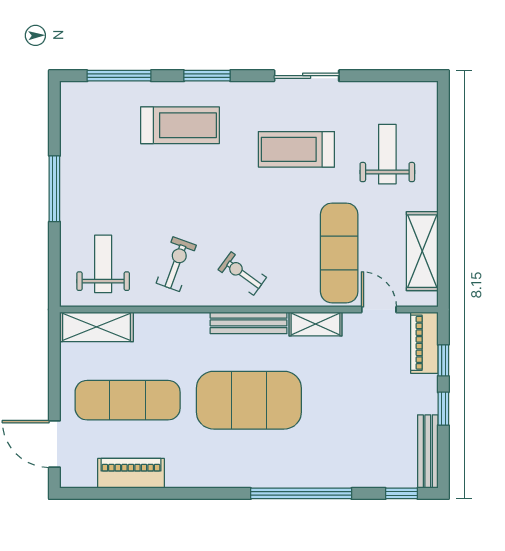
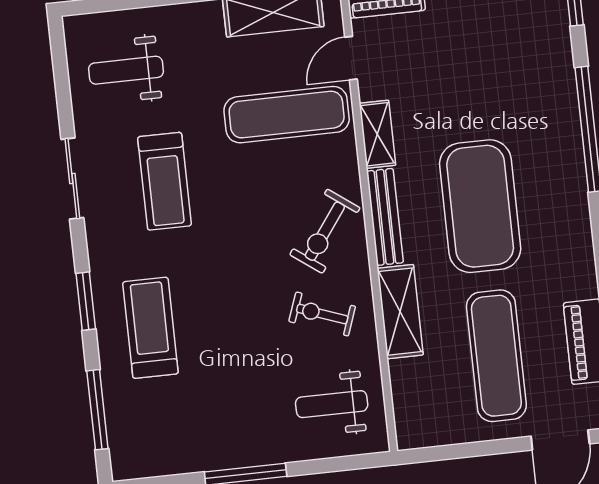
weight bench: (387, 154) -> (126, 70), moved
exercise bike: (242, 273) -> (325, 231), width x1.38, depth x1.39
shelving: (96, 327) -> (400, 312), moved

